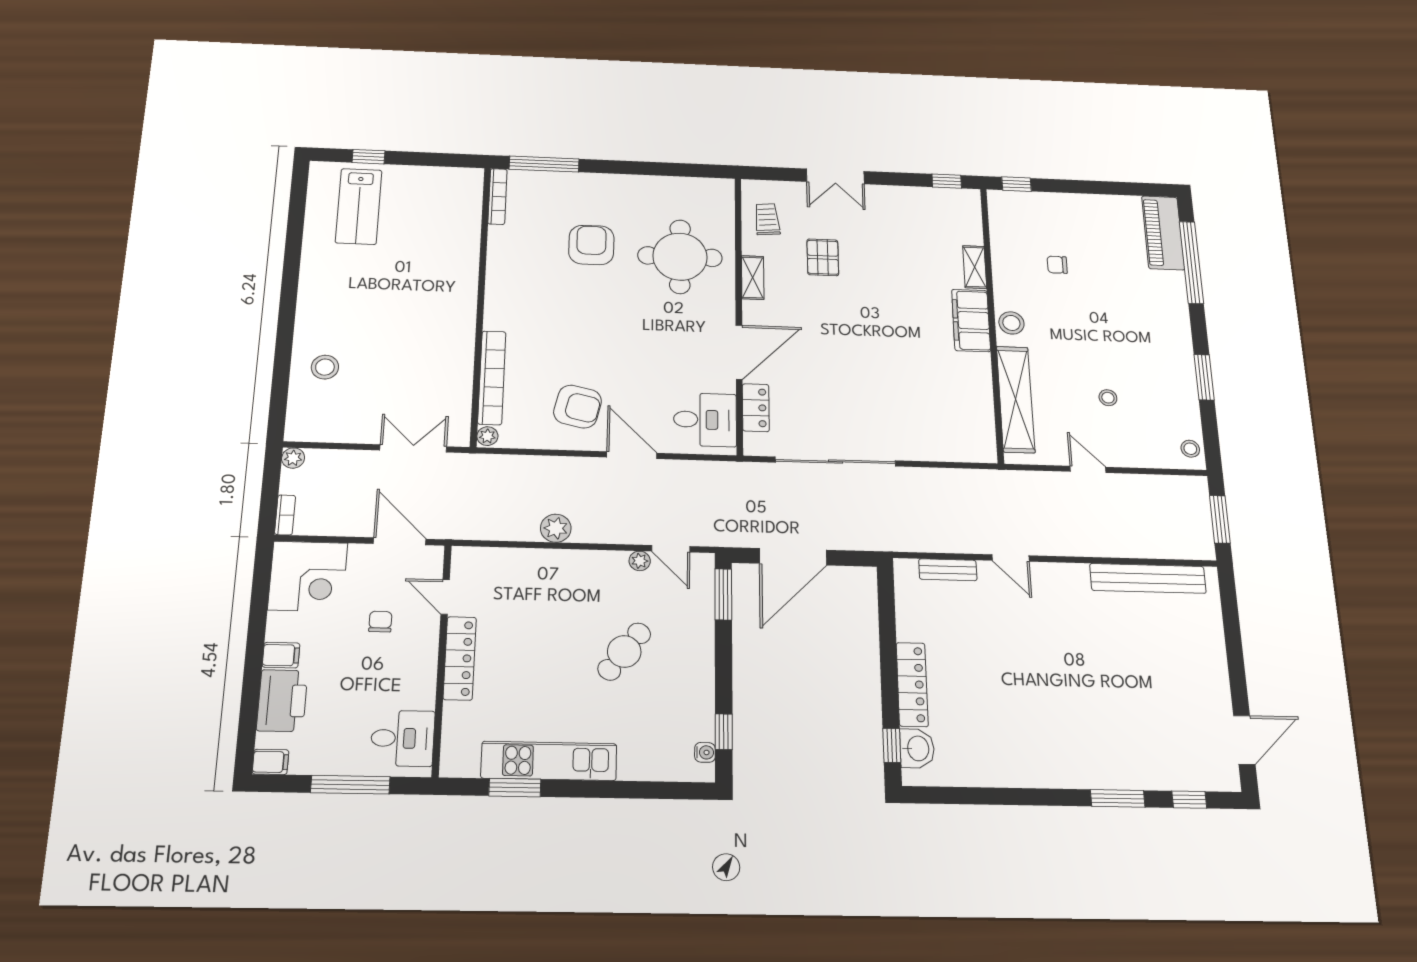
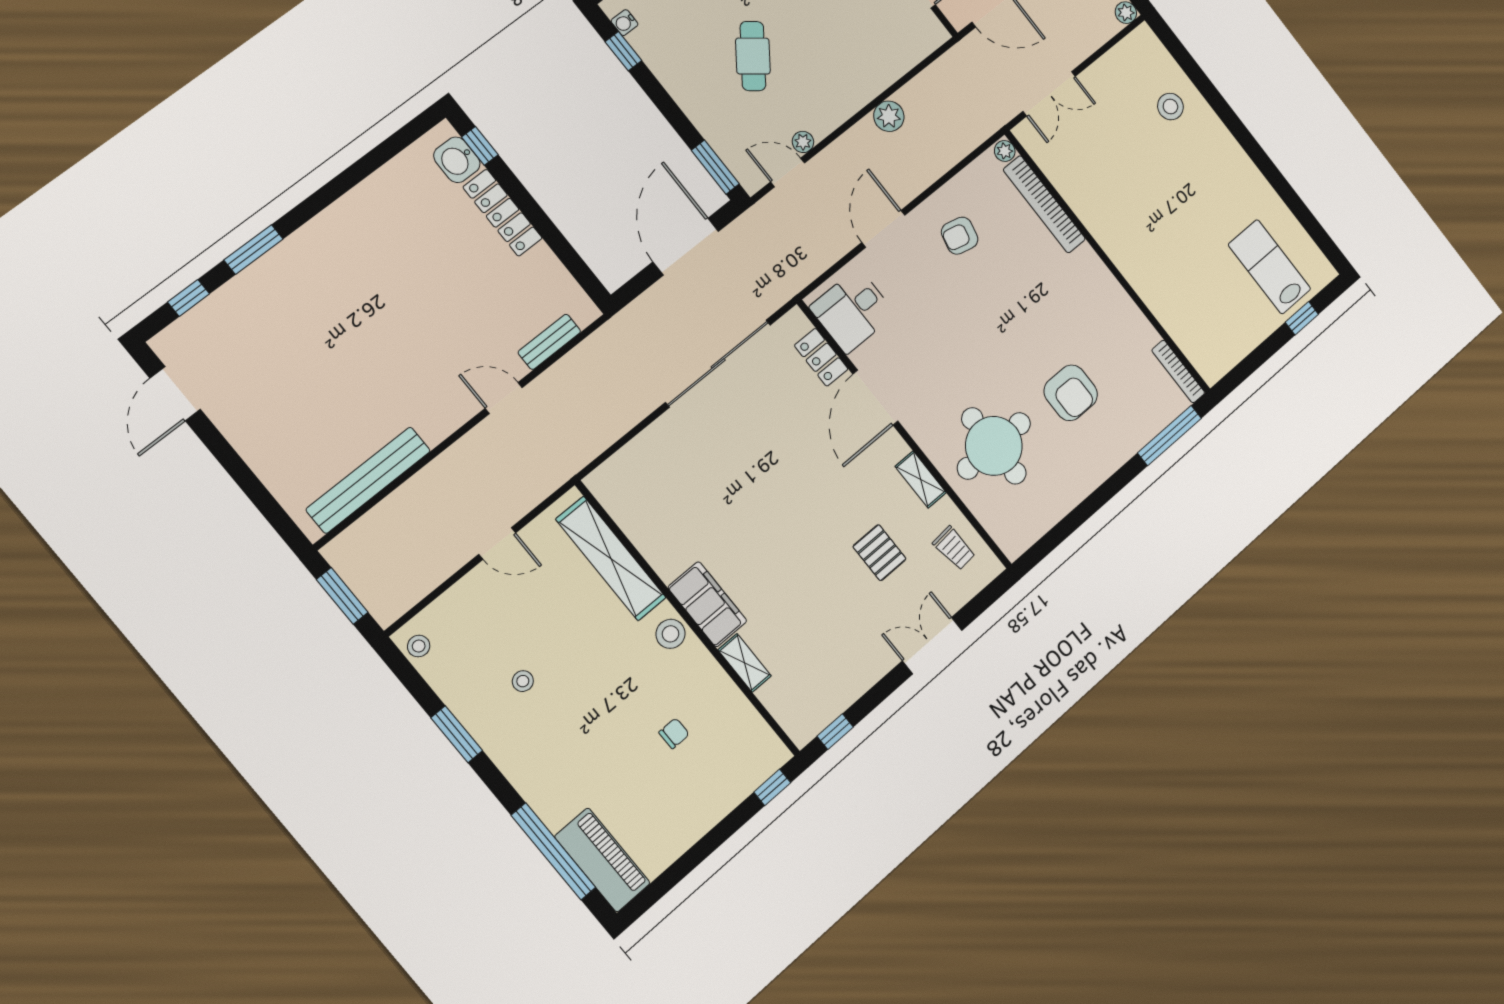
stool: (1108, 398) -> (523, 681), moved
armchair: (578, 407) -> (960, 236), width x0.72, depth x0.72
door: (632, 455) -> (883, 229), swing flipped

